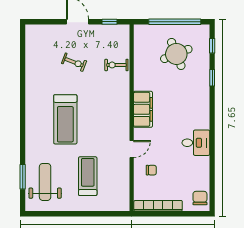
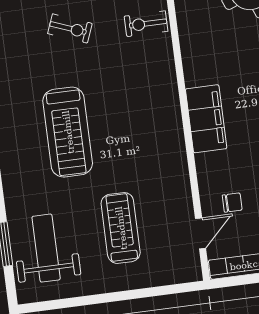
filing cabinet: (143, 109) -> (206, 119), moved
door: (132, 149) -> (201, 233), moved

